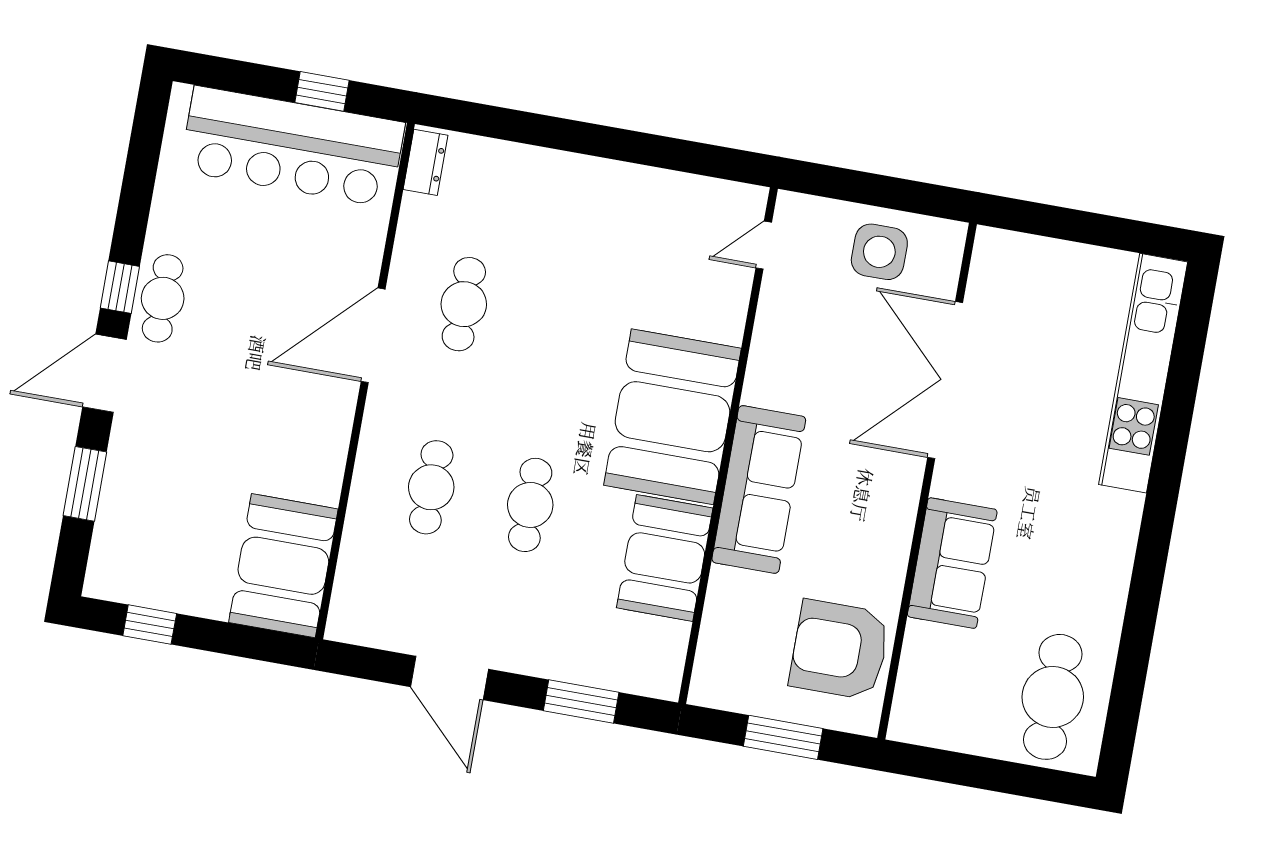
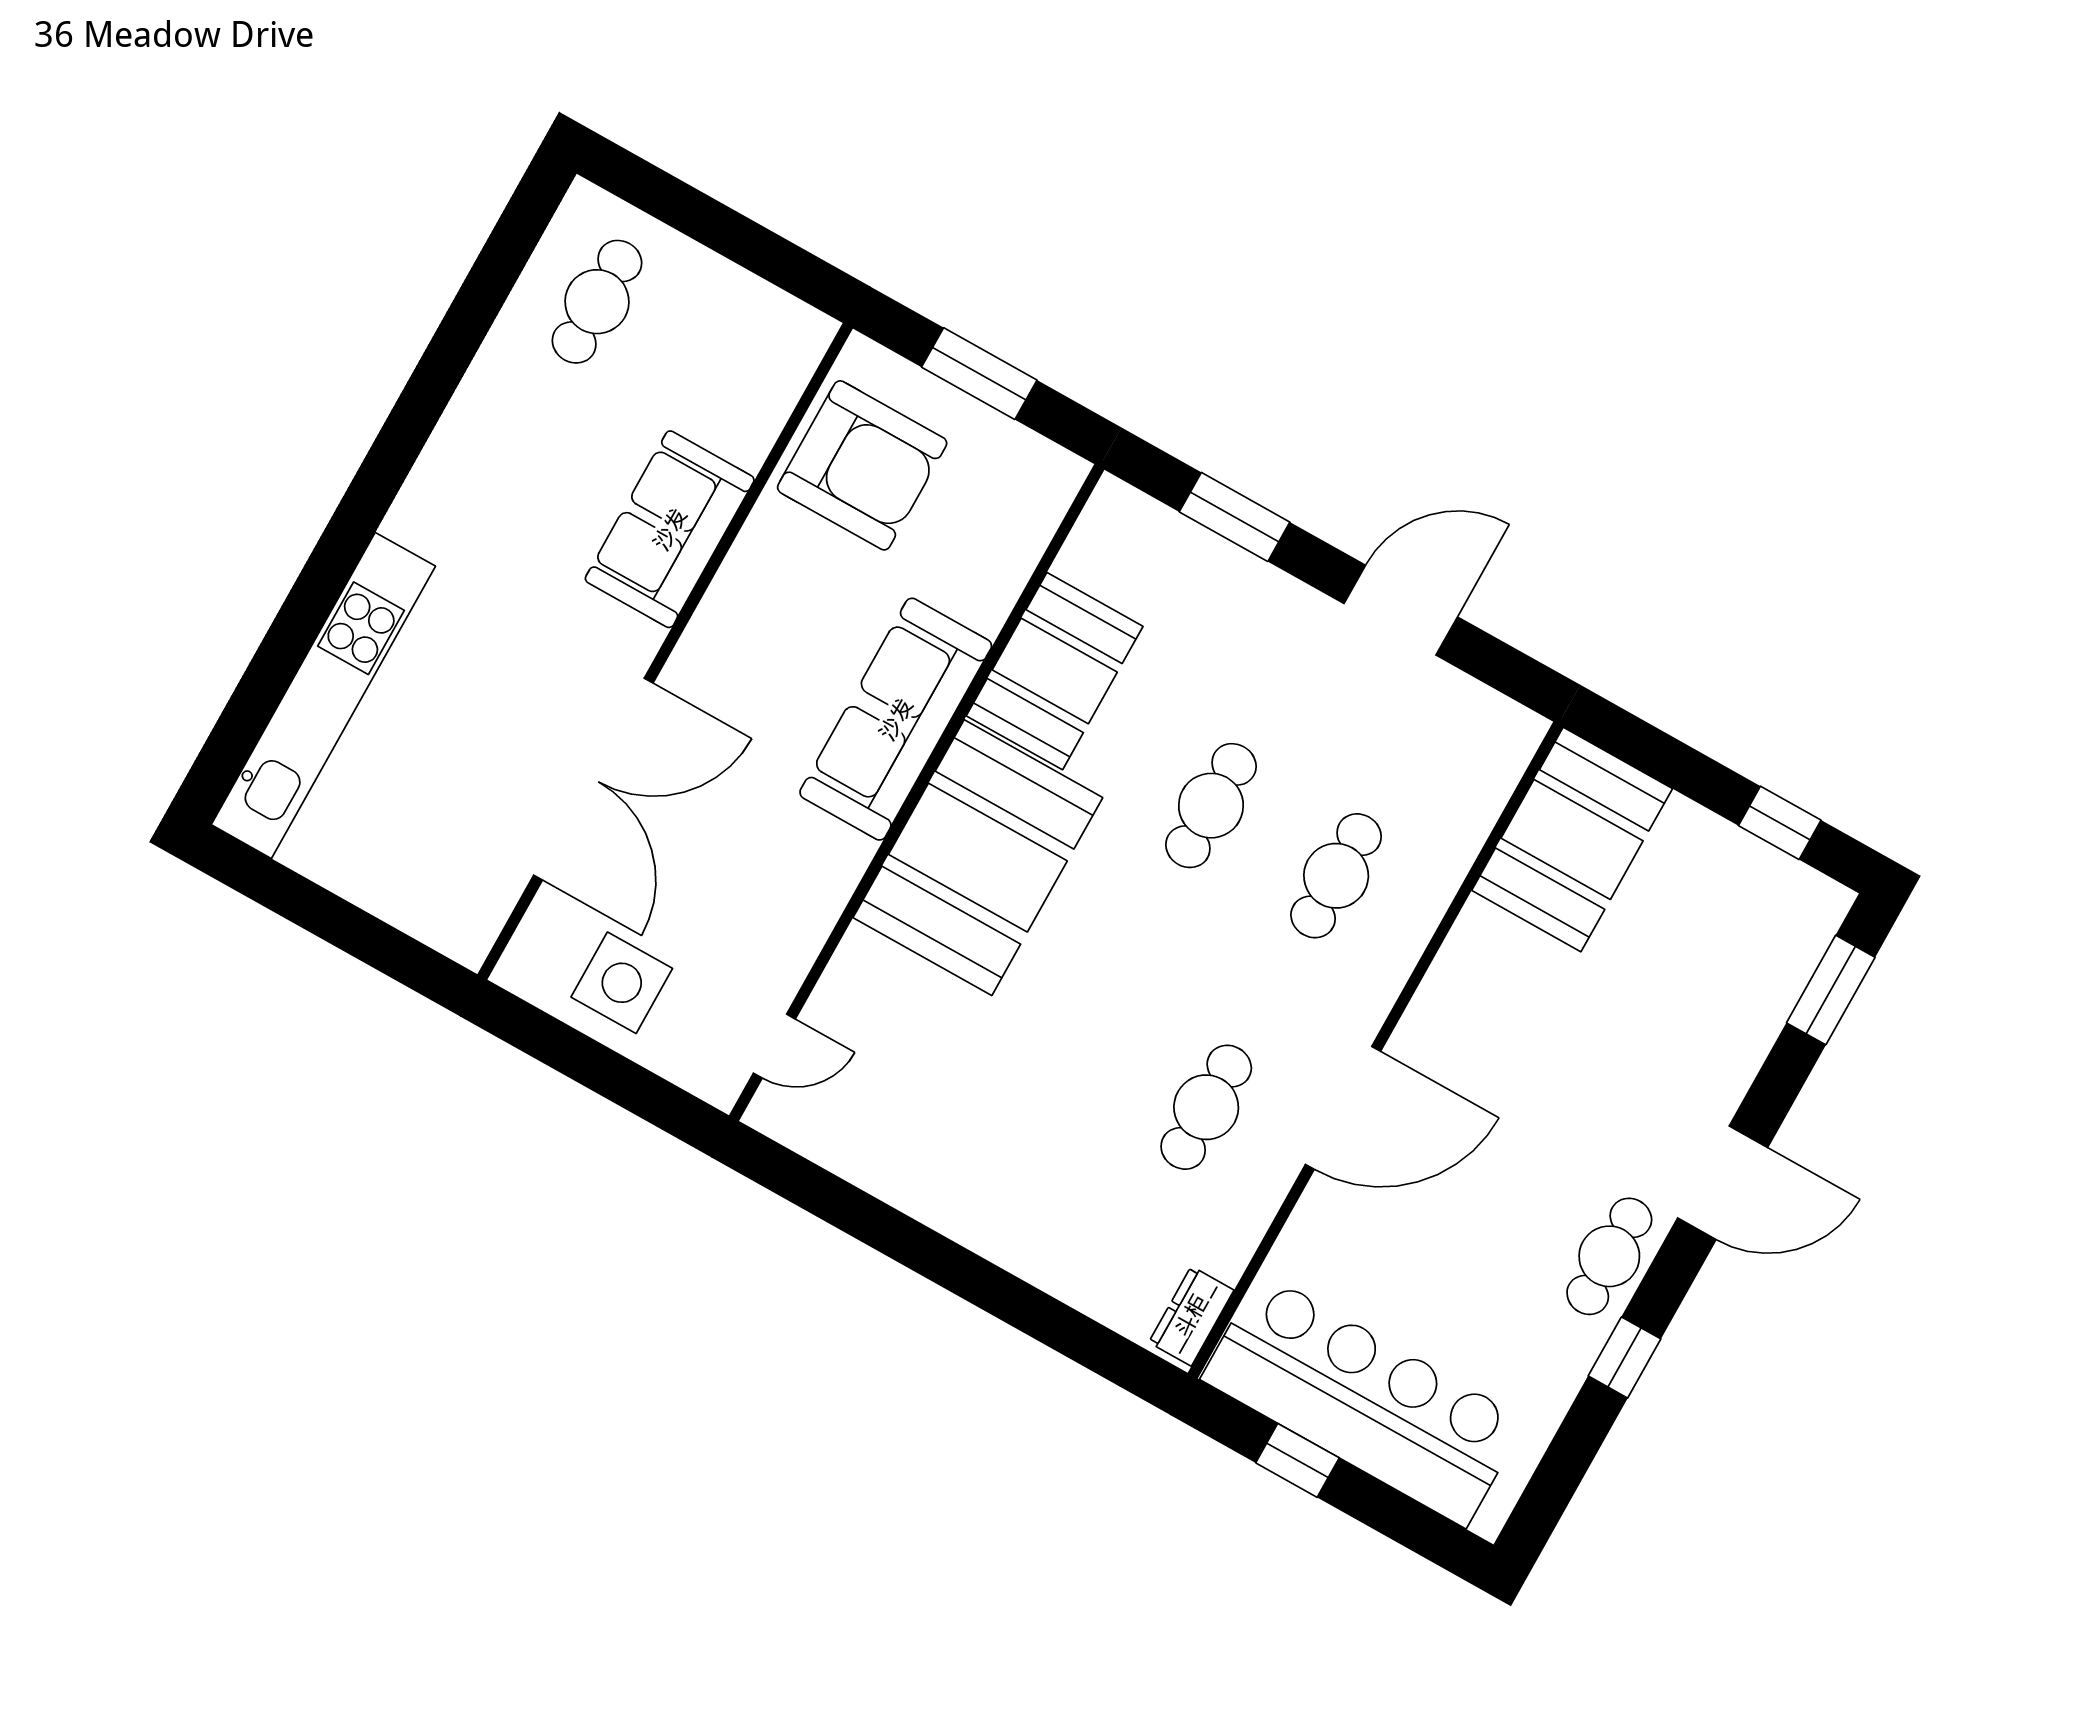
window: (120, 287) -> (1625, 1357), moved
window: (85, 484) -> (1831, 990), moved
door: (450, 678) -> (1401, 610), hinge flipped
cafe table: (1053, 697) -> (597, 302), width x0.73, depth x0.74

